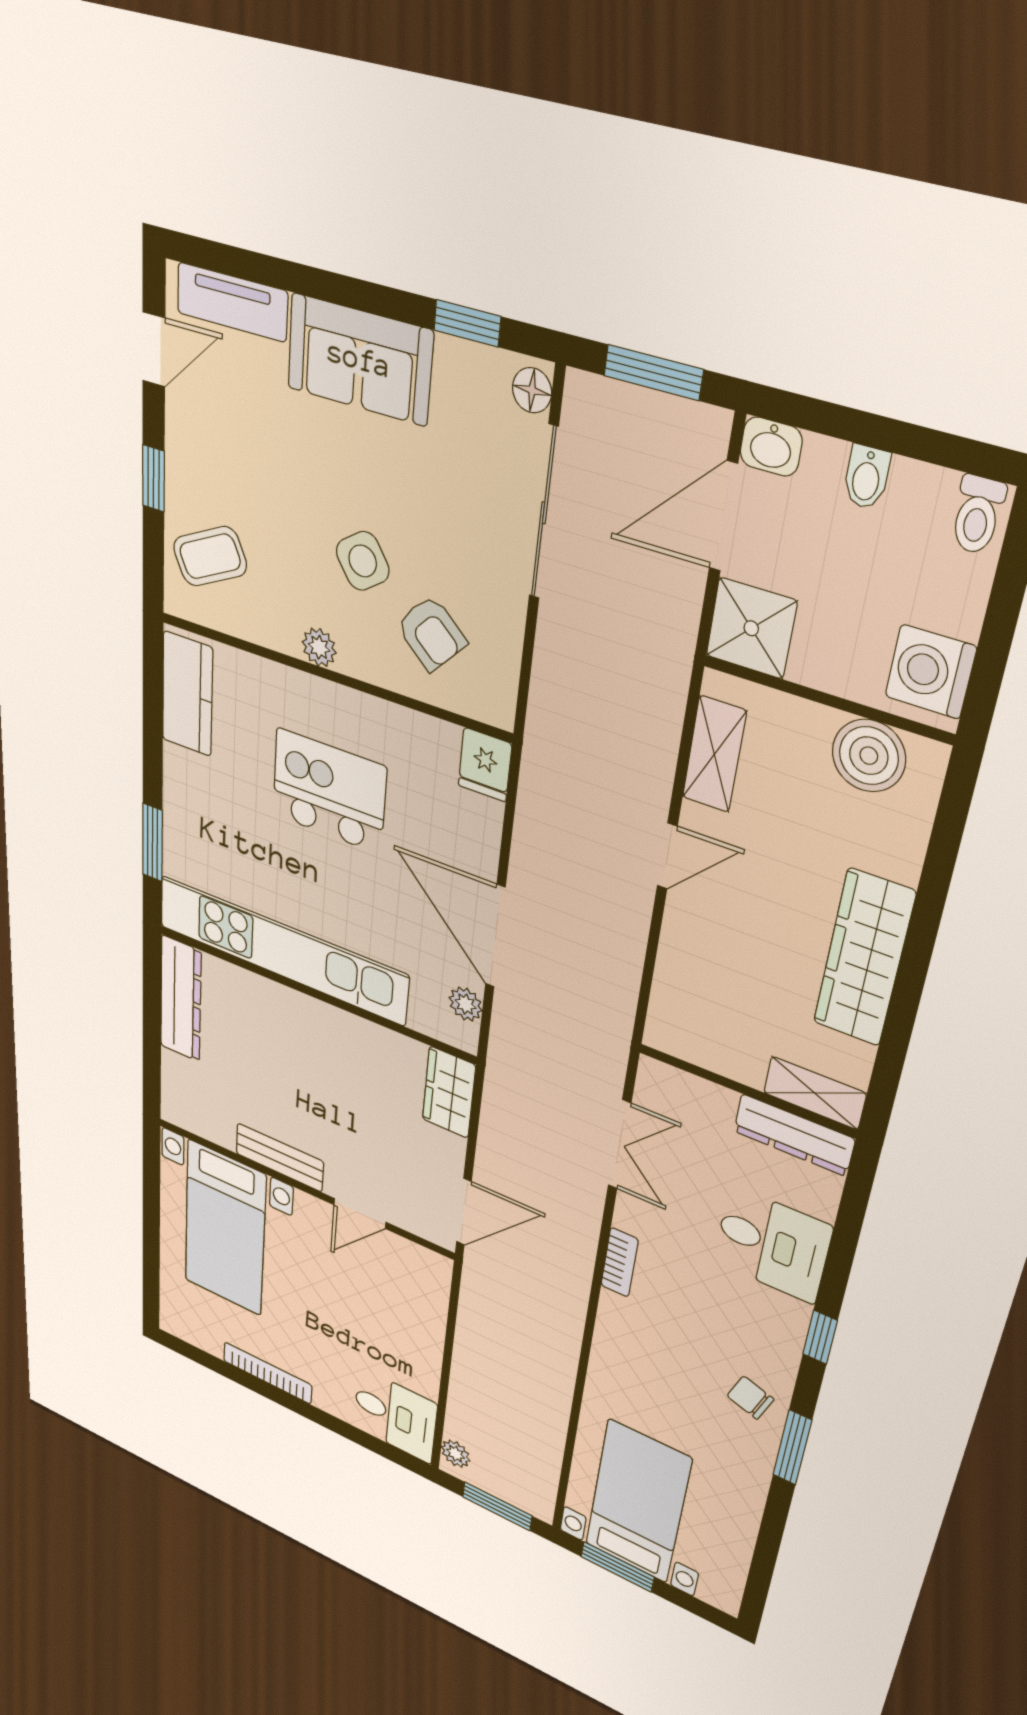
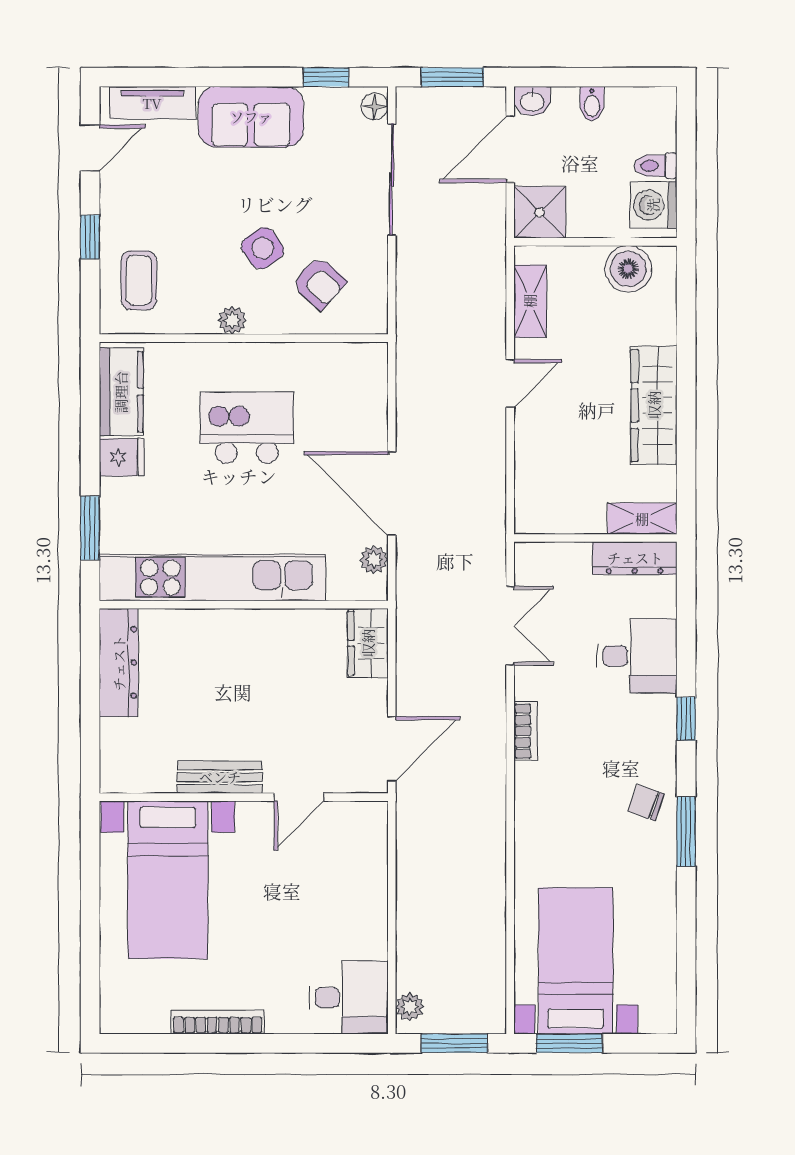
toilet: (978, 515) -> (656, 166), moved, turned 90
coffee table: (210, 556) -> (139, 280), turned -64
fridge: (485, 765) -> (122, 457), moved, turned -90

